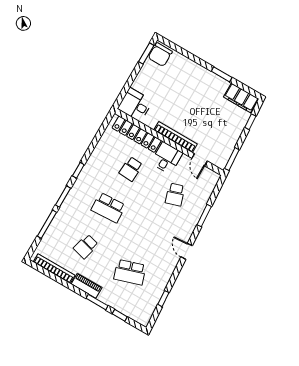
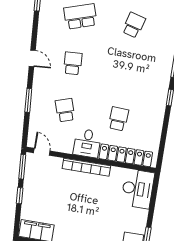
desk: (135, 105) -> (138, 189), width x1.37
window: (250, 122) -> (20, 196), moved
door: (200, 160) -> (42, 152), moved
school desk: (108, 208) -> (73, 63), moved, width x0.54

